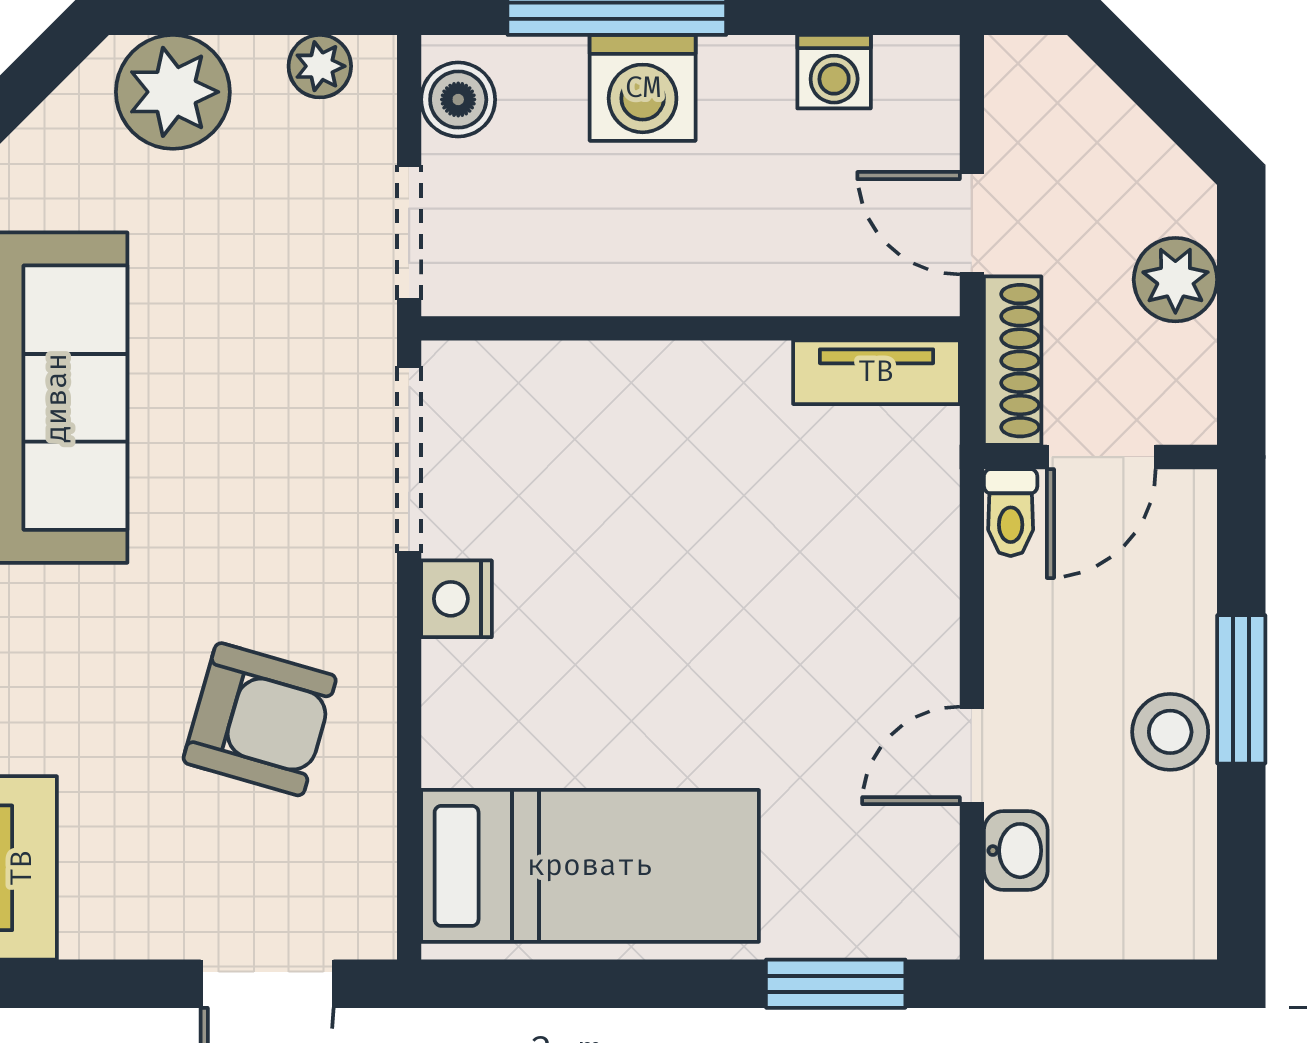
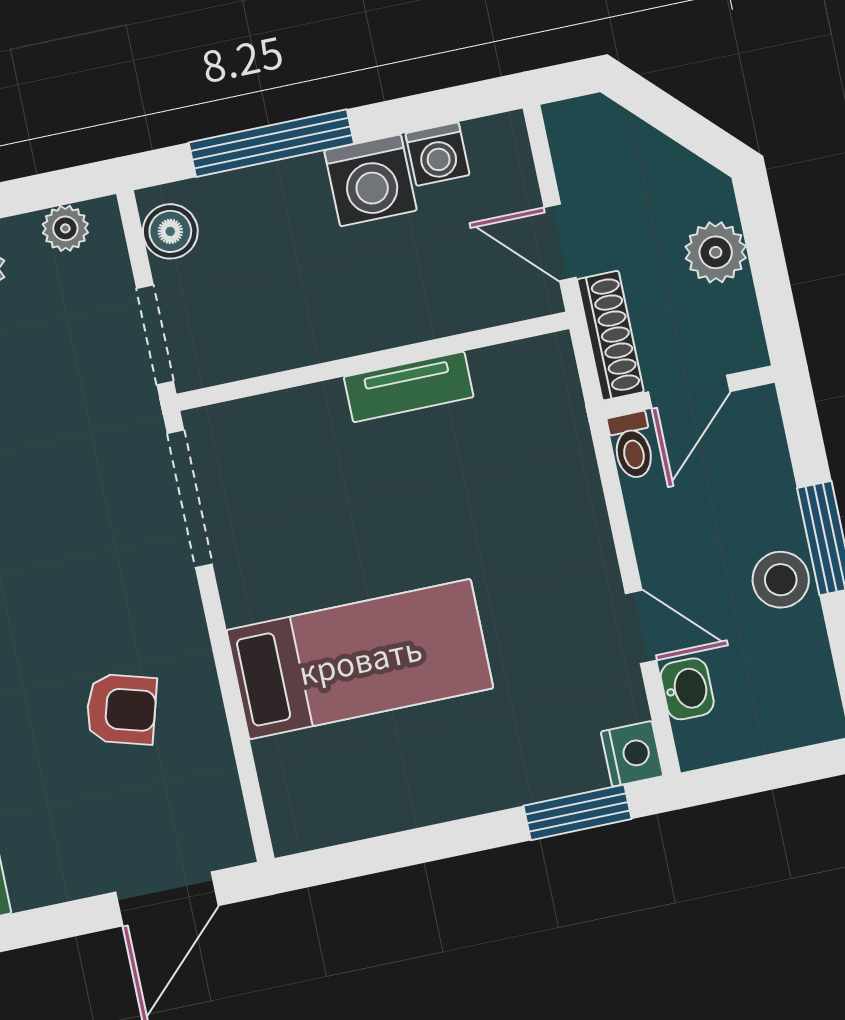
washing machine: (643, 88) -> (371, 180), moved
tv unit: (876, 372) -> (409, 387), moved
nightstand: (456, 599) -> (632, 754), moved, turned 180
armchair: (260, 719) -> (121, 709), width x0.72, depth x0.72
door: (972, 755) -> (641, 627), swing flipped
bed: (590, 866) -> (360, 659), moved

